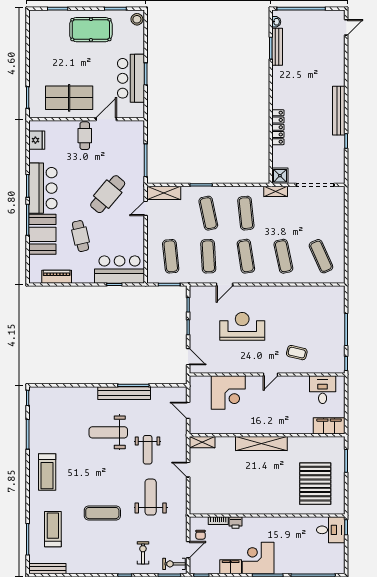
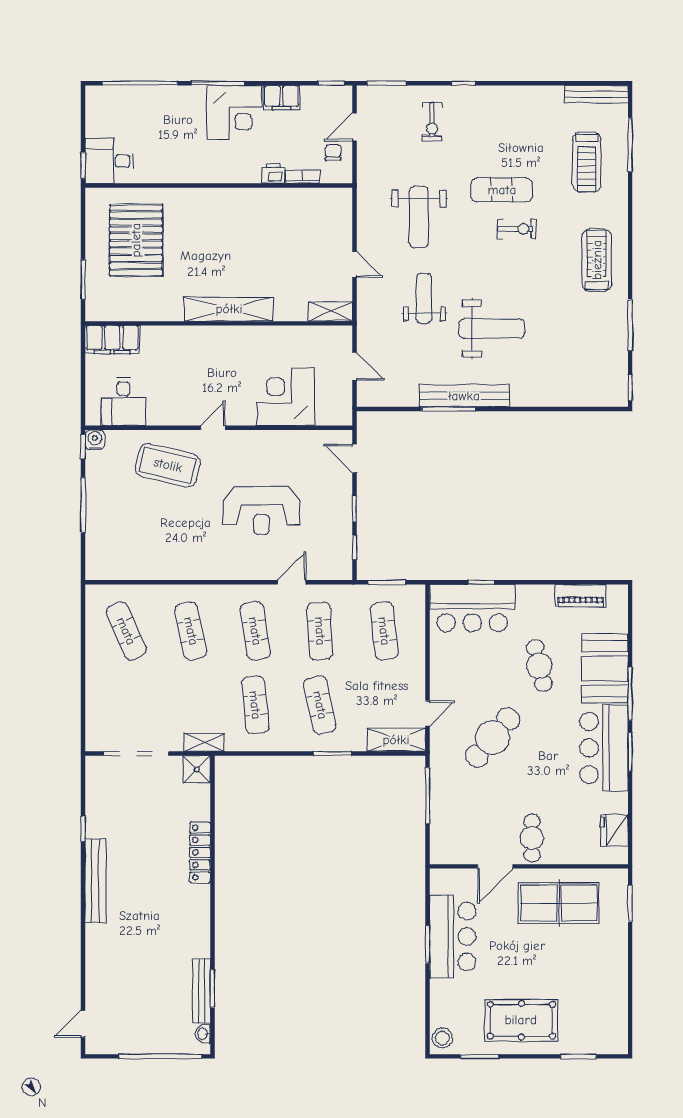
coffee table: (297, 353) -> (168, 465), width x1.86, depth x1.72
water cooler: (339, 368) -> (95, 440), added
exercise bike: (174, 564) -> (517, 229), moved

